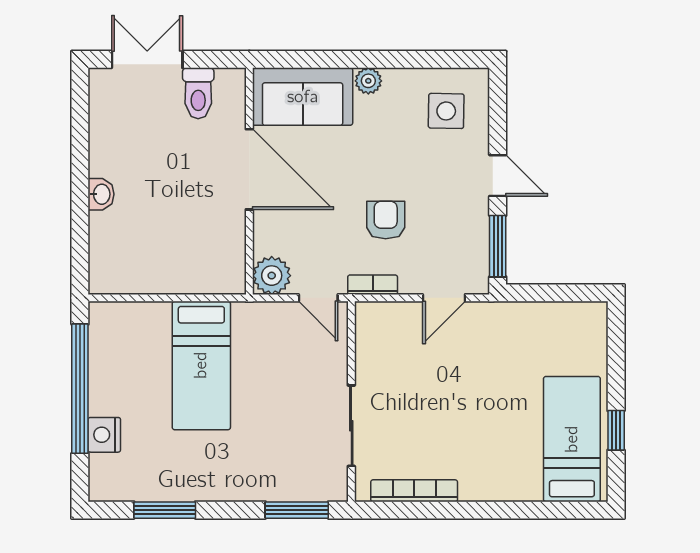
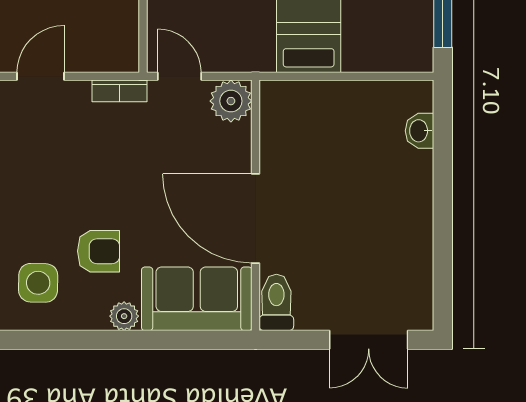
toilet: (198, 93) -> (276, 302), moved
washbasin: (101, 194) -> (419, 131), moved
armchair: (386, 220) -> (99, 251), moved, turned -90

